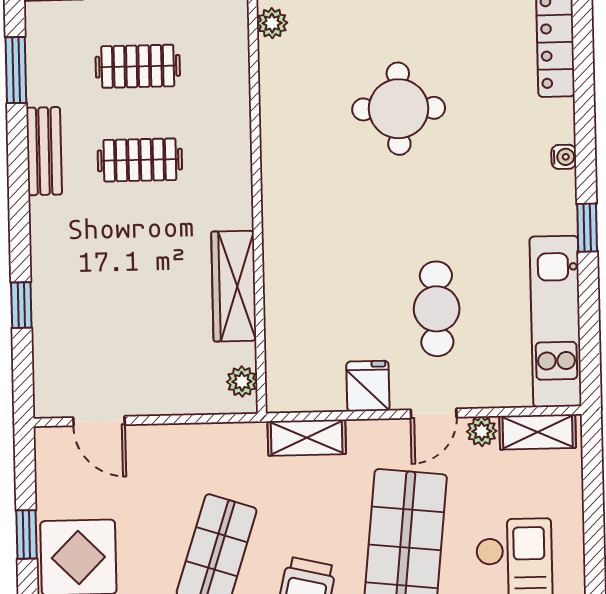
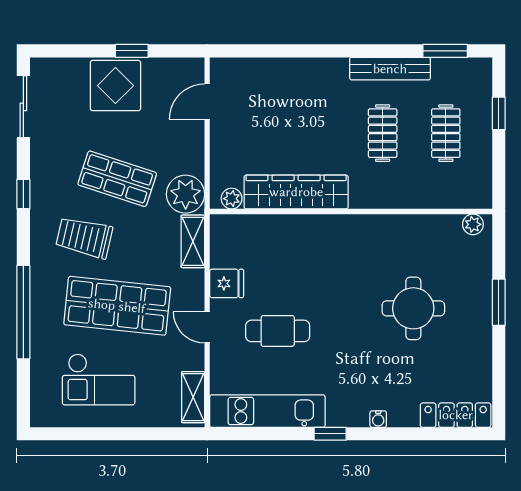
bench: (44, 151) -> (390, 69), width x1.36
wardrobe: (234, 286) -> (296, 192), width x1.40, depth x1.17
window: (21, 305) -> (287, 51), removed
plant: (482, 431) -> (186, 194), moved, width x1.88, depth x1.88

